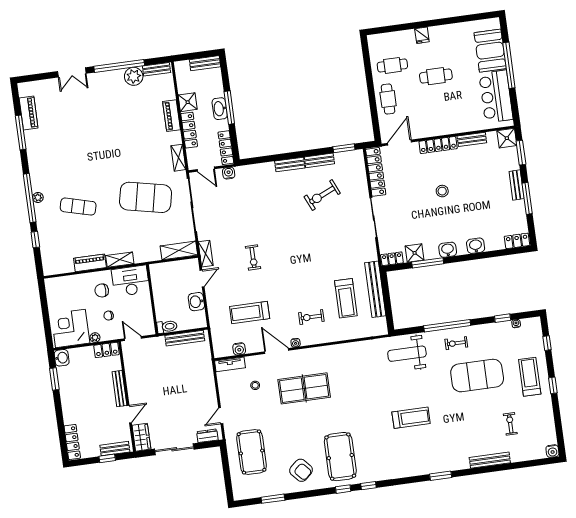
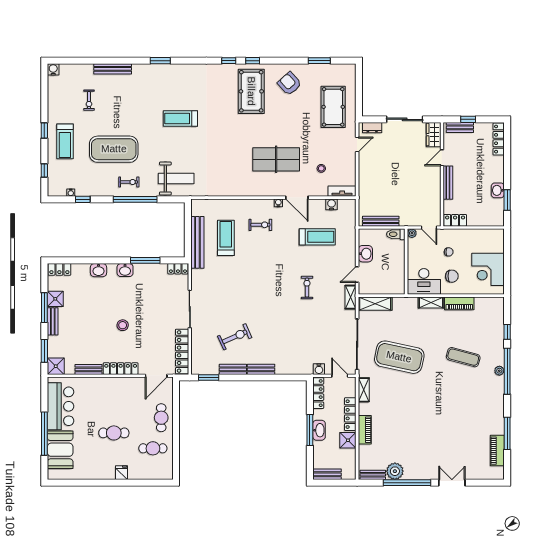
shower: (415, 253) -> (55, 299), moved
corner desk: (70, 328) -> (488, 269), moved, turned 90
plant: (95, 338) -> (412, 233), moved
washbasin: (62, 358) -> (498, 190), moved

